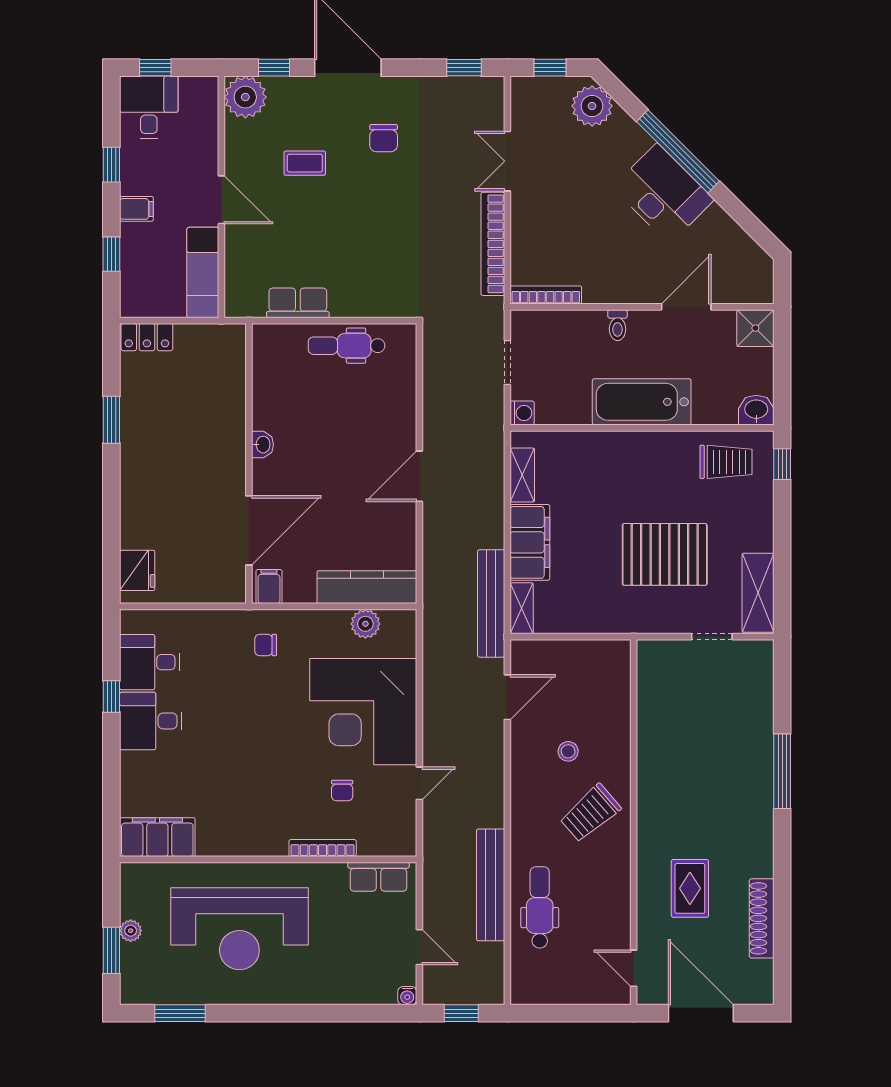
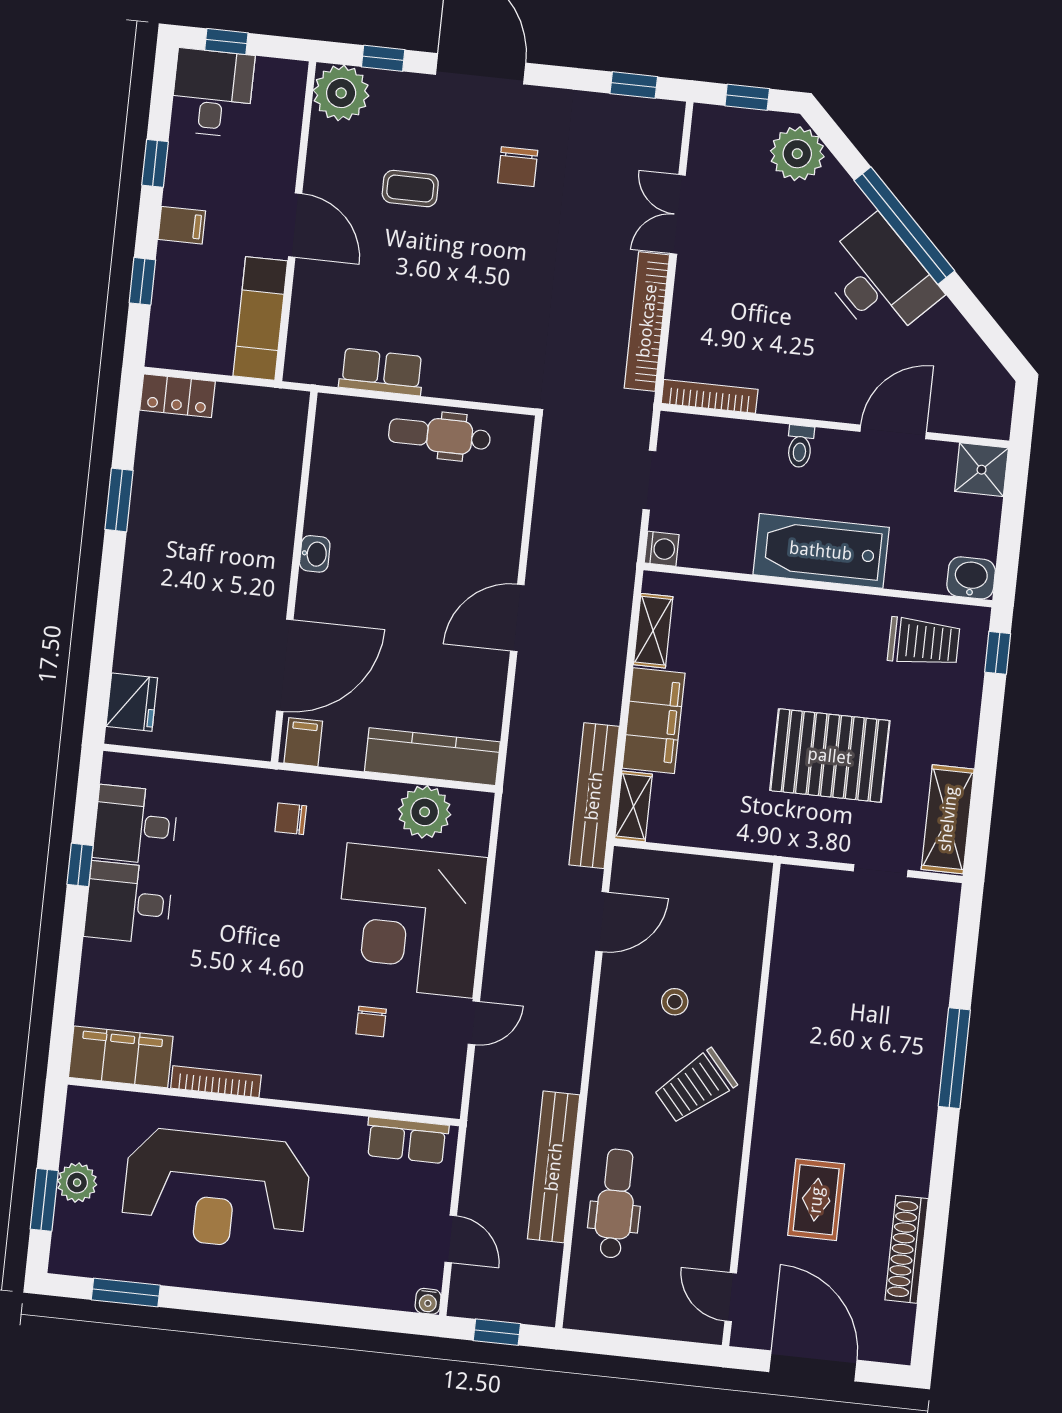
plant: (365, 624) -> (425, 812), width x1.36, depth x1.36
bookcase: (323, 848) -> (216, 1082), moved
plant: (131, 931) -> (77, 1183), width x1.38, depth x1.38

